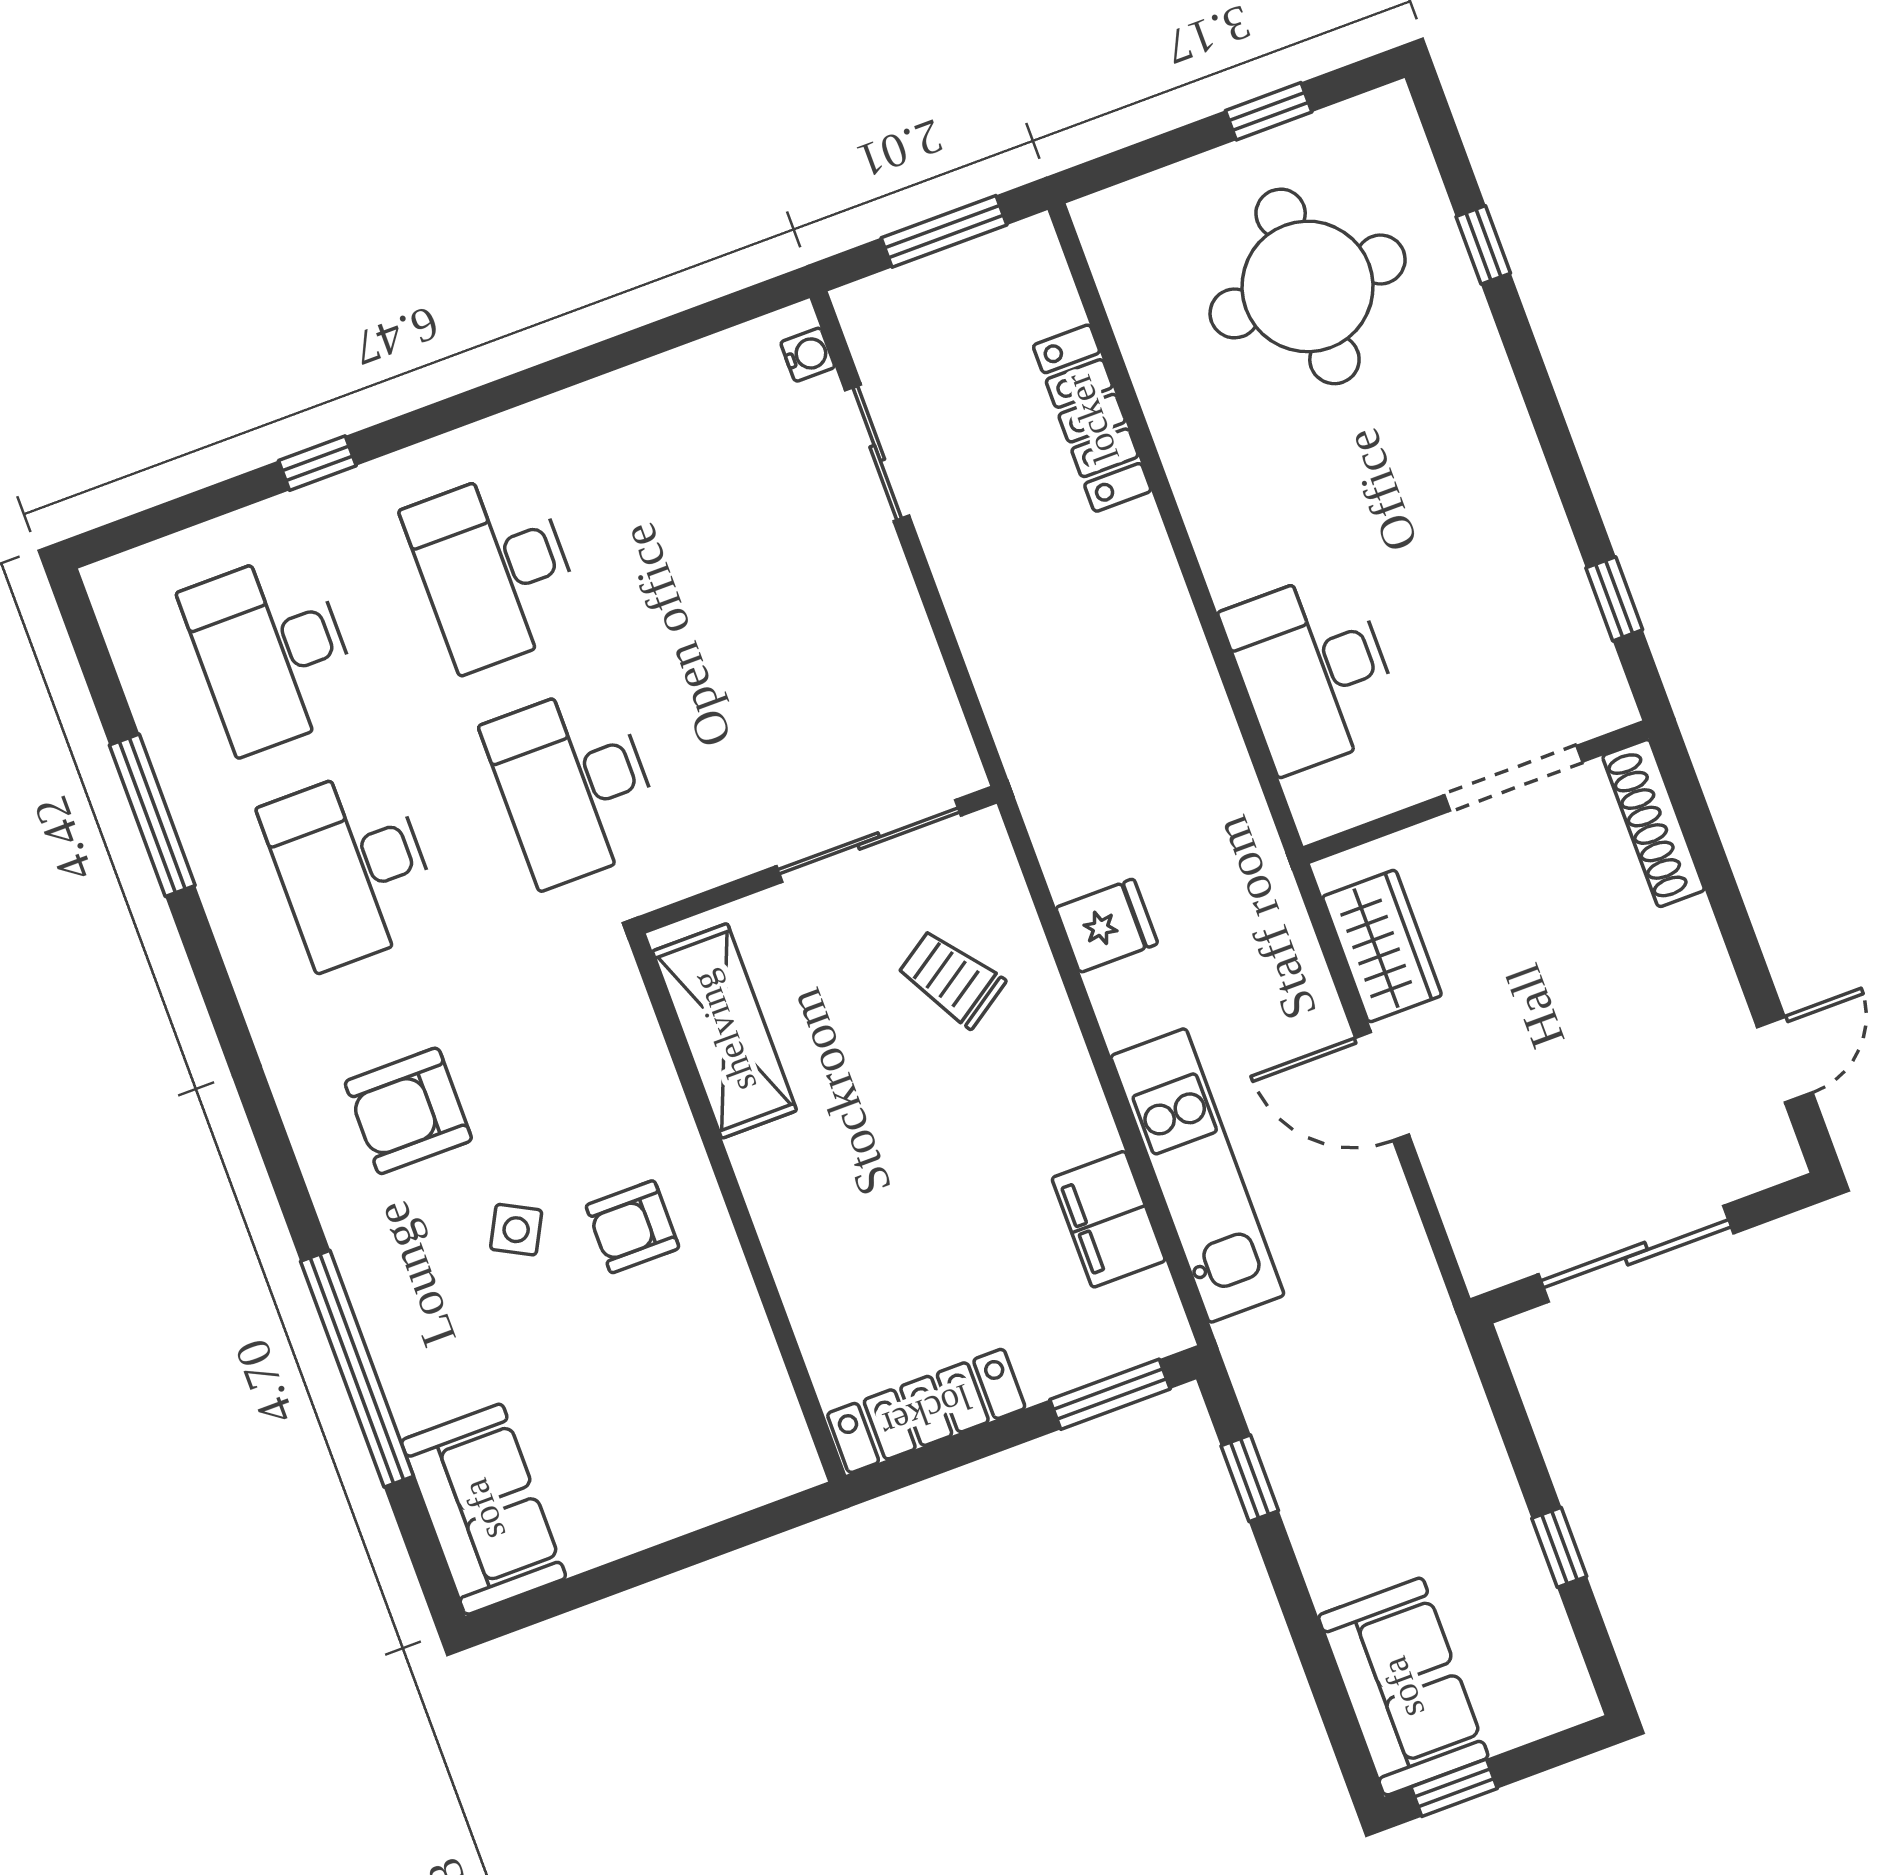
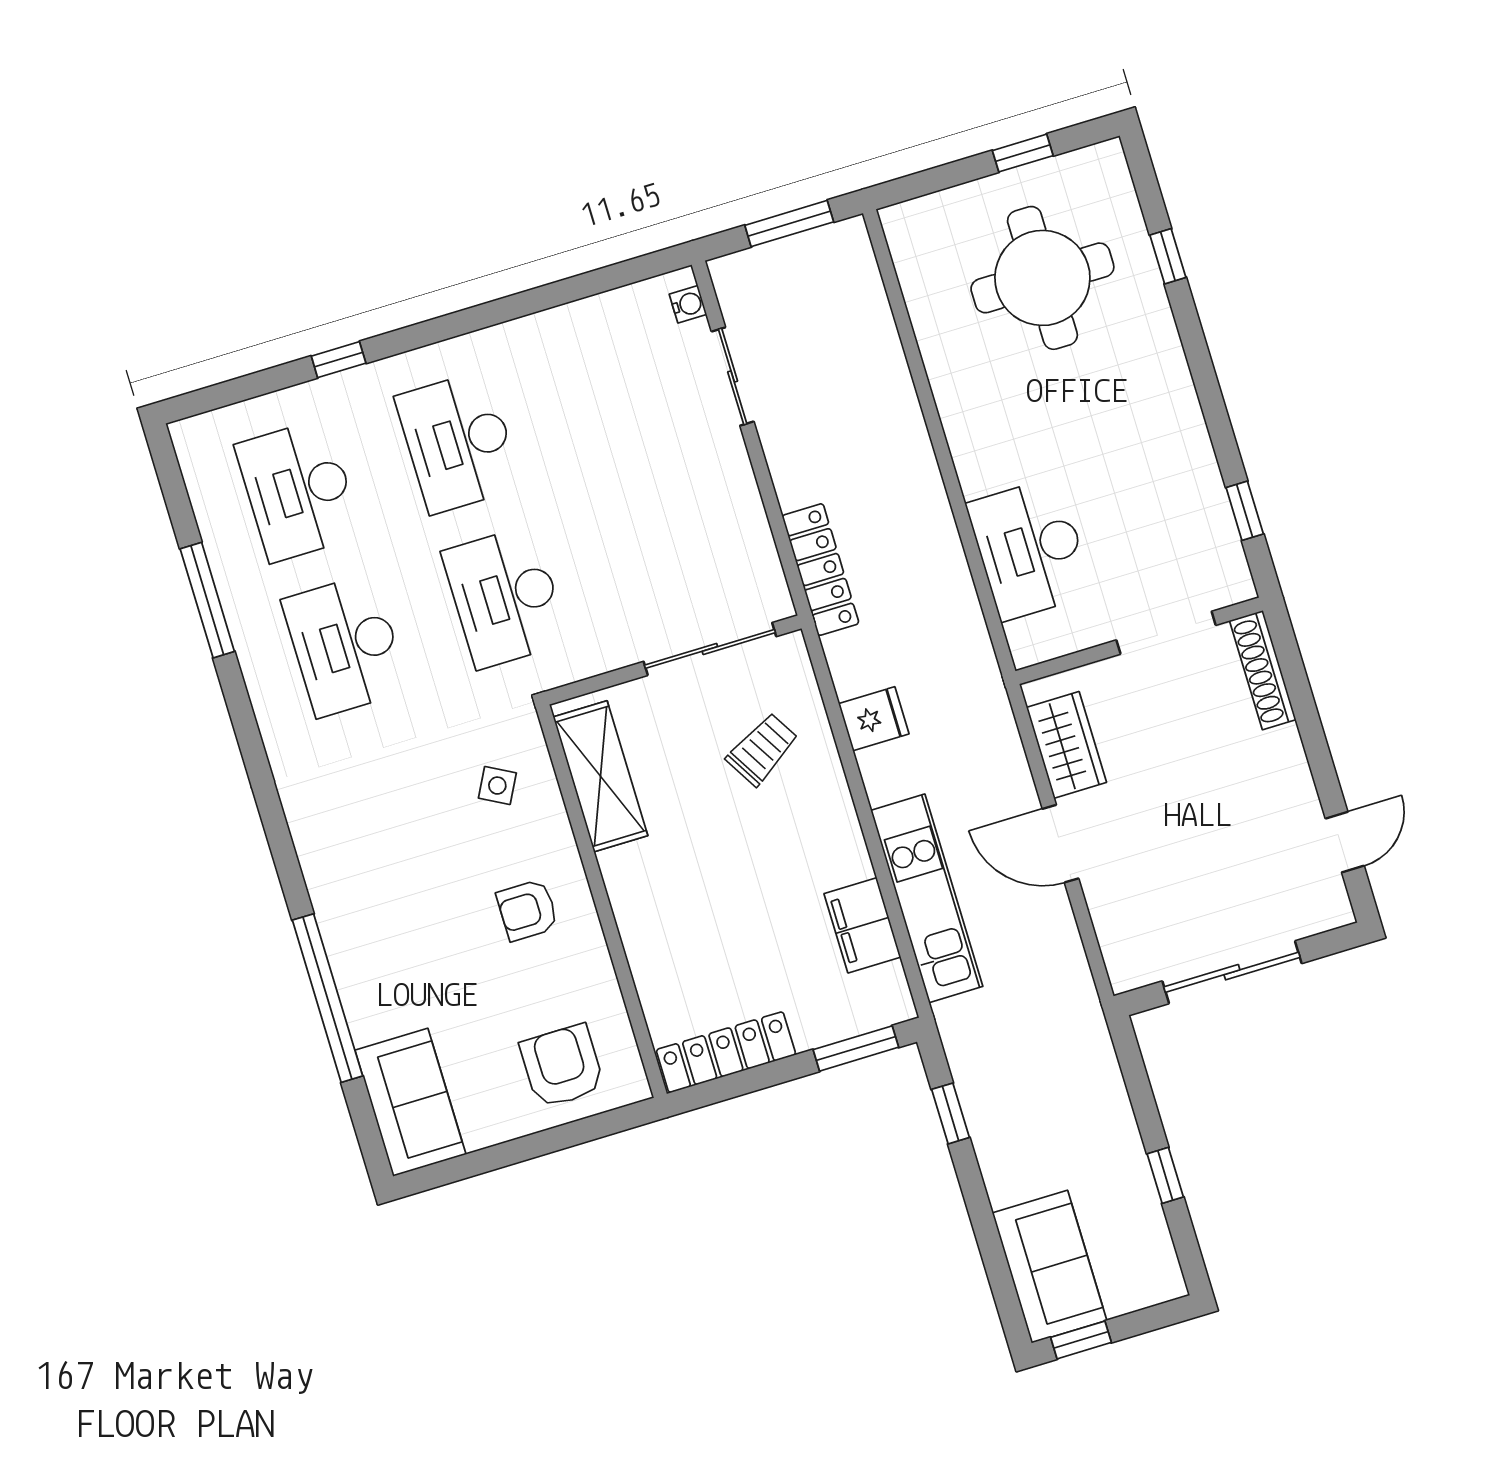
locker: (1092, 418) -> (820, 570), moved, turned 180
trolley: (951, 979) -> (762, 749), turned 93
armchair: (408, 1111) -> (562, 1066), moved, turned 90
side table: (516, 1230) -> (497, 786), moved

